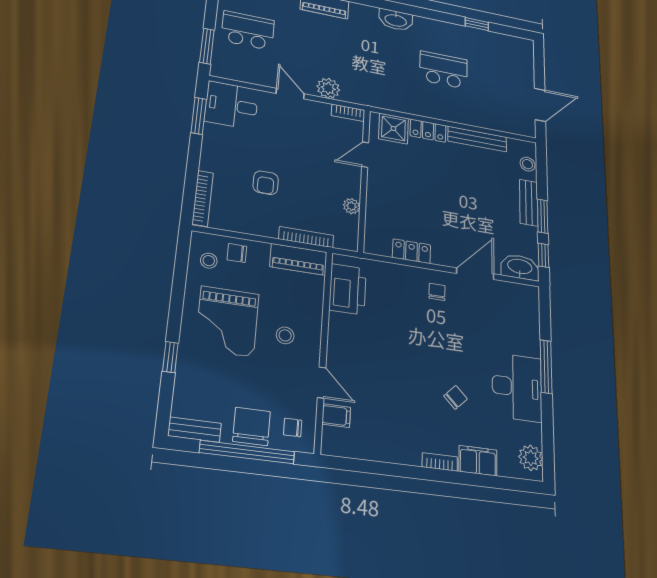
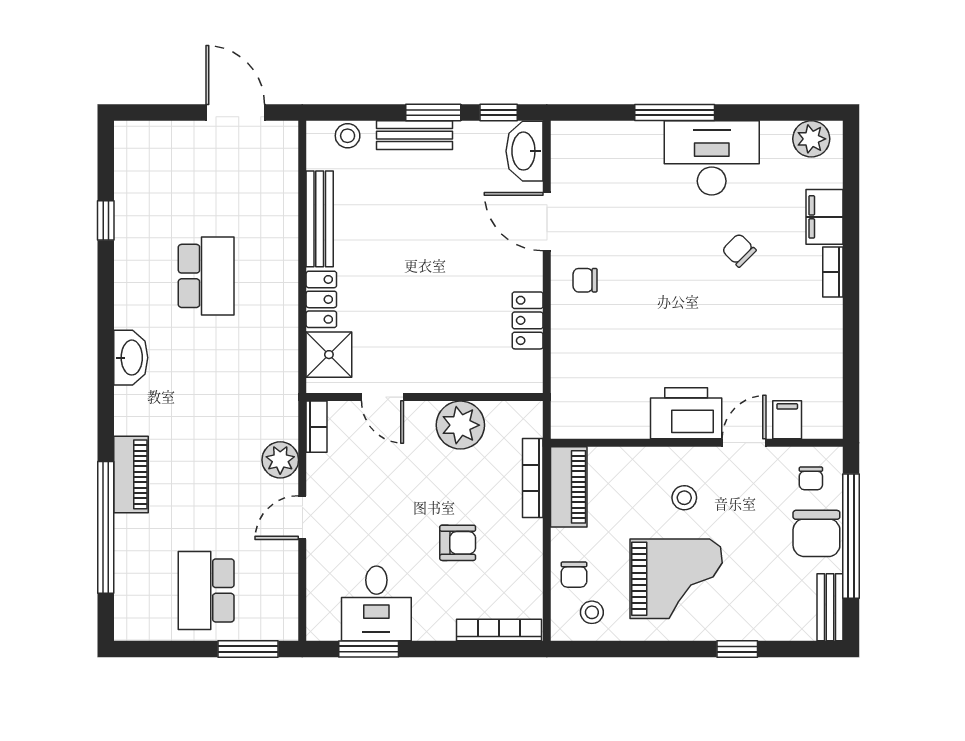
school desk: (444, 70) -> (206, 276), turned 180
desk: (231, 105) -> (376, 603), moved
plant: (352, 206) -> (460, 425), width x1.88, depth x1.88
printer: (348, 289) -> (686, 413), moved
chair: (251, 426) -> (816, 533), turned -90

